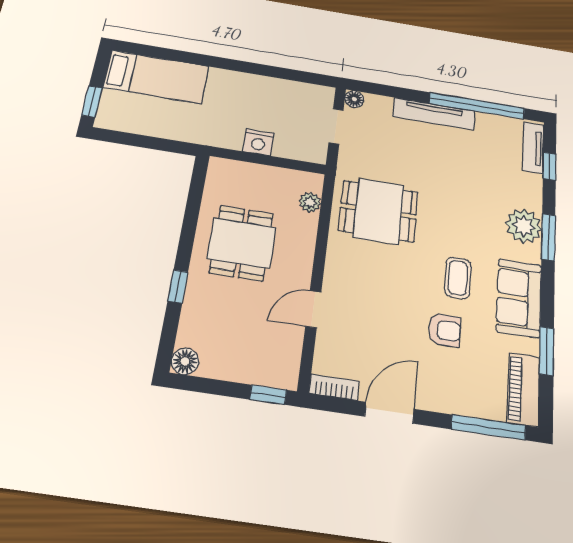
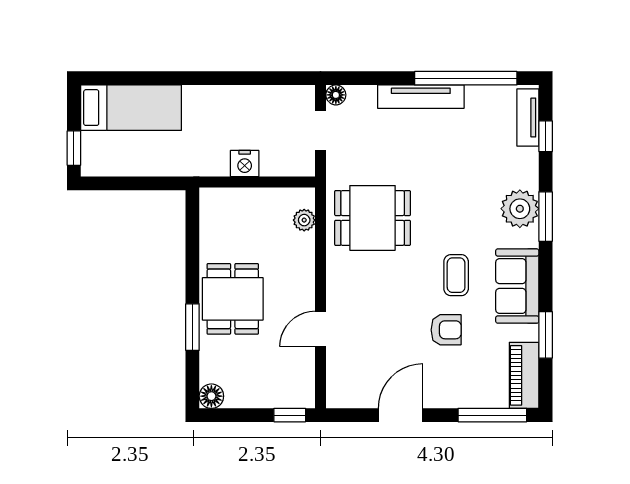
dining table: (242, 243) -> (233, 299), moved
window: (178, 286) -> (192, 327), width x1.50
bookcase: (334, 387) -> (348, 399), removed

